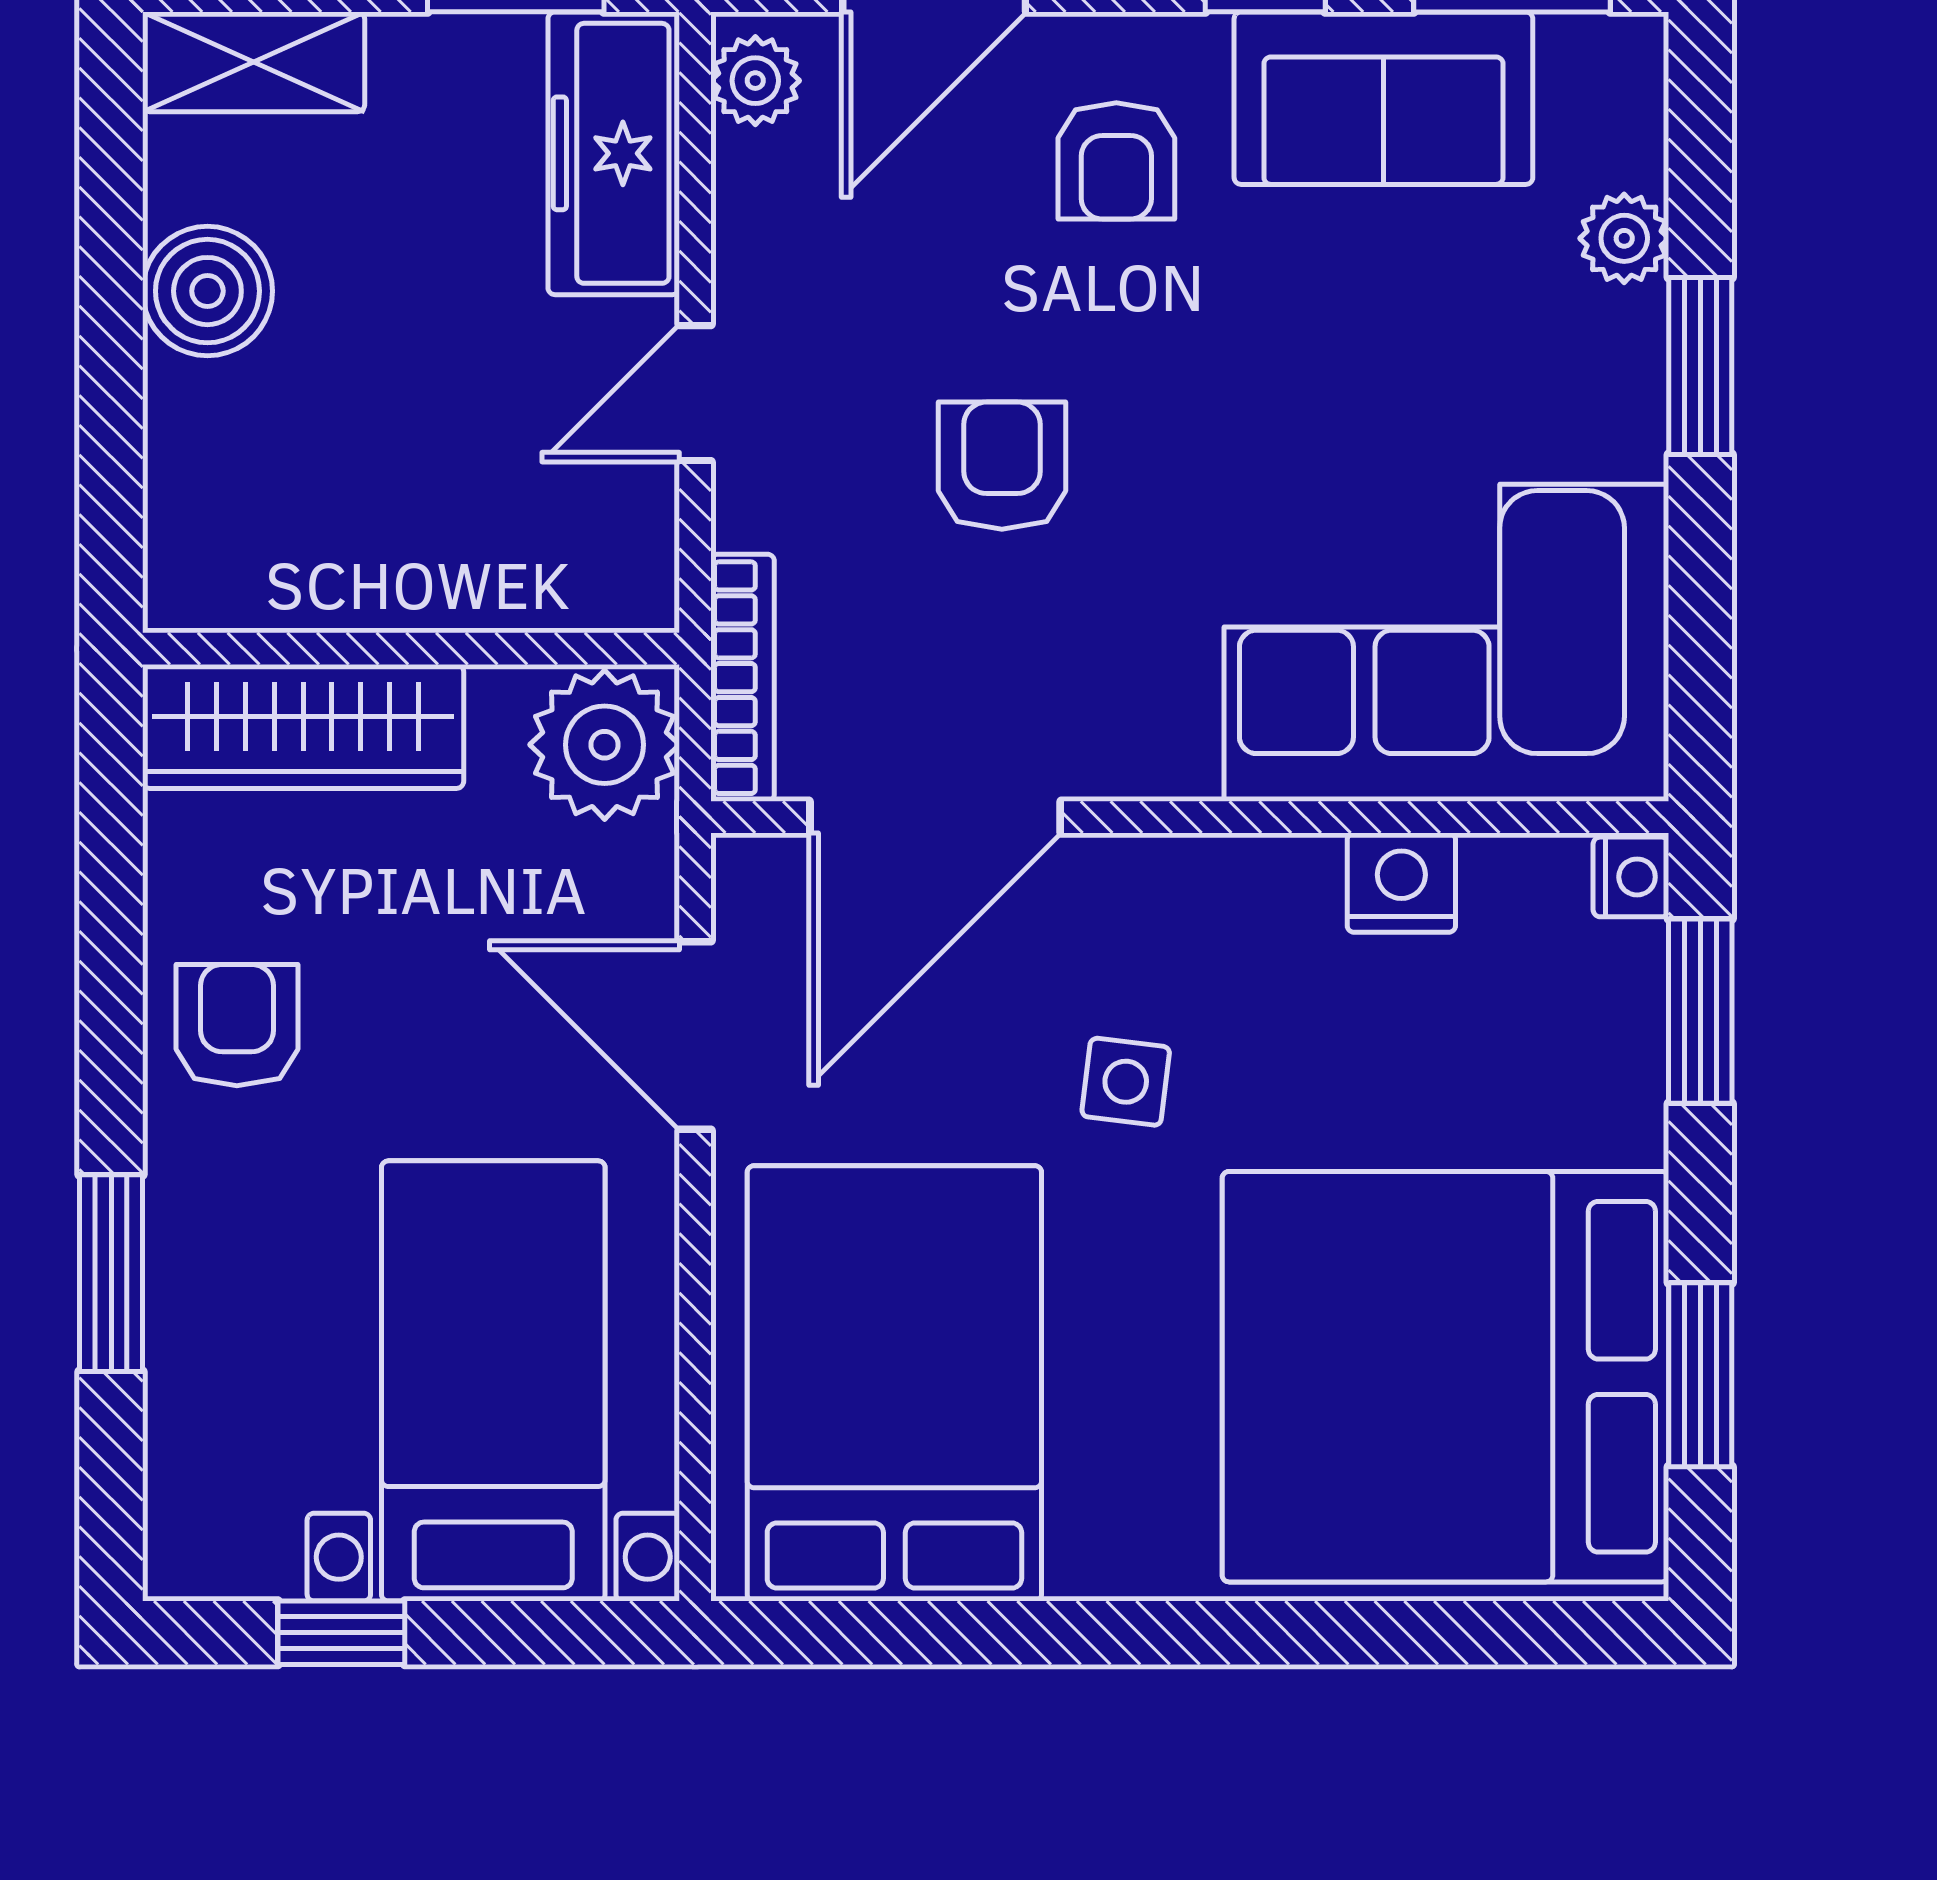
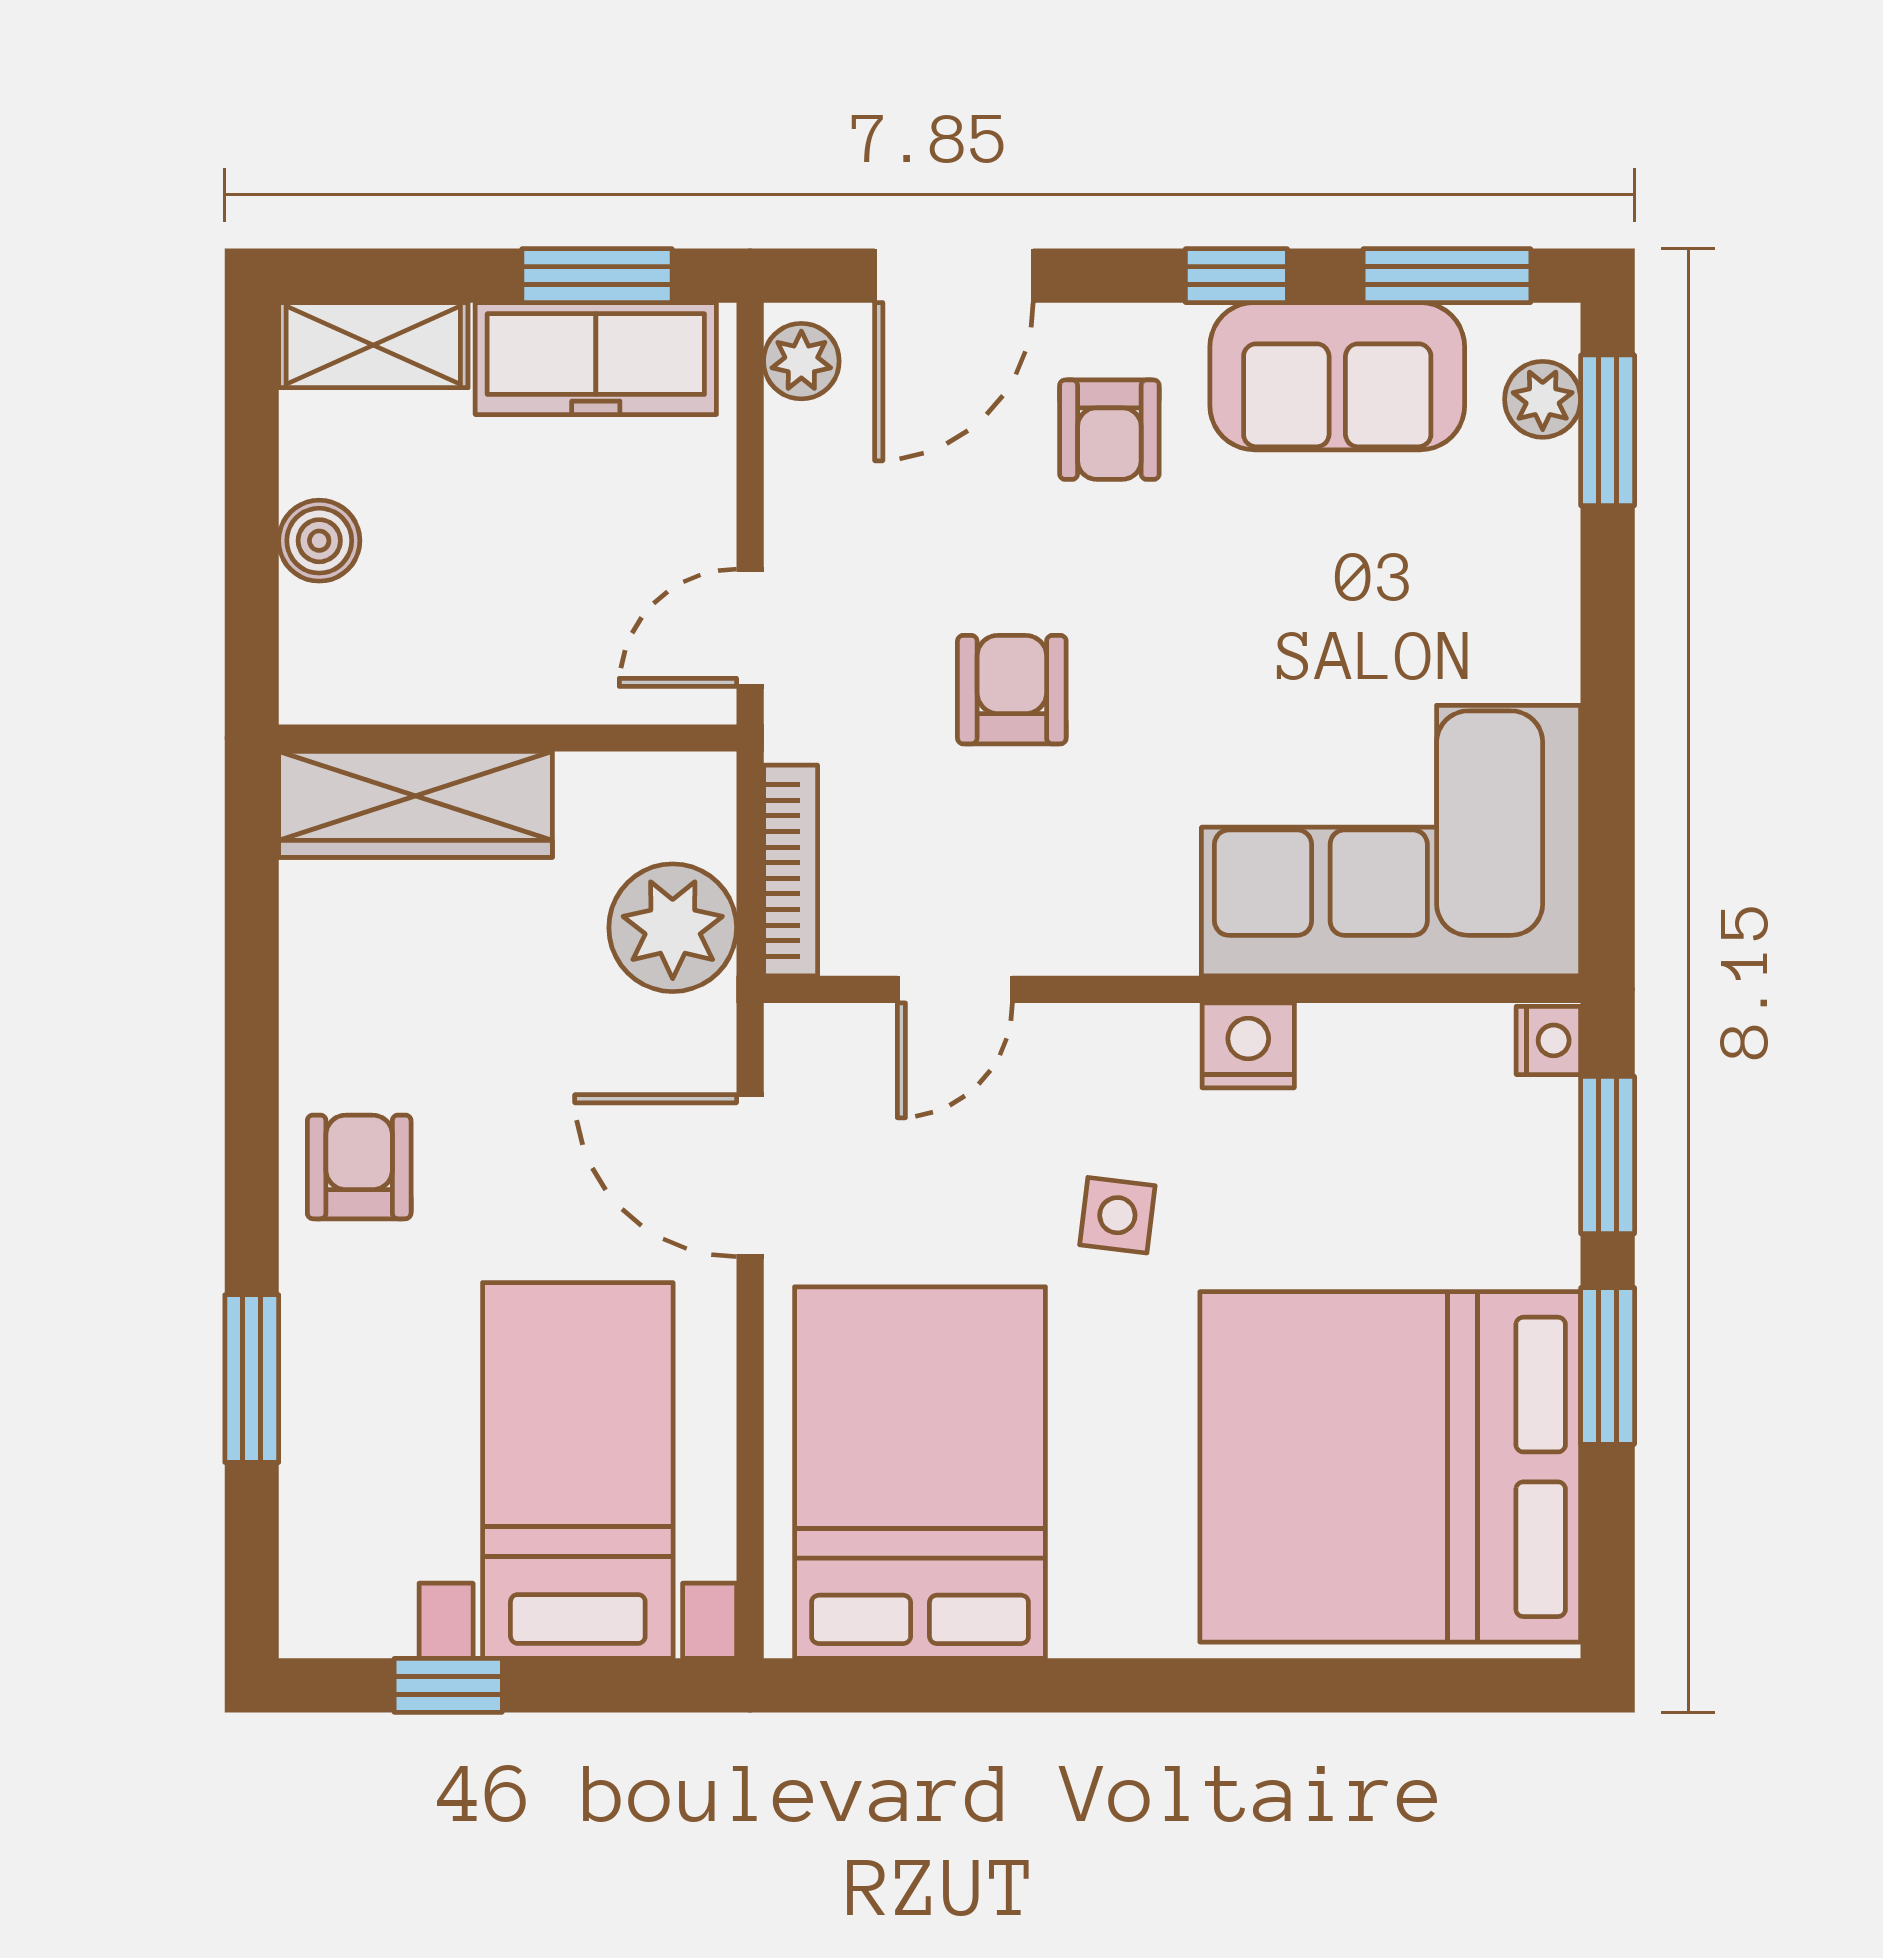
freezer: (614, 153) -> (596, 359), moved, turned -90
plant: (1624, 238) -> (1543, 399), moved
boiler: (207, 291) -> (319, 541), width x0.73, depth x0.73
window: (1700, 366) -> (1608, 430), moved
wall: (411, 649) -> (508, 738), moved
wardrobe: (303, 727) -> (416, 804), moved
door: (935, 817) -> (955, 989), width x0.53
nightstand: (1401, 883) -> (1248, 1045), moved
window: (1700, 1375) -> (1608, 1366), moved

